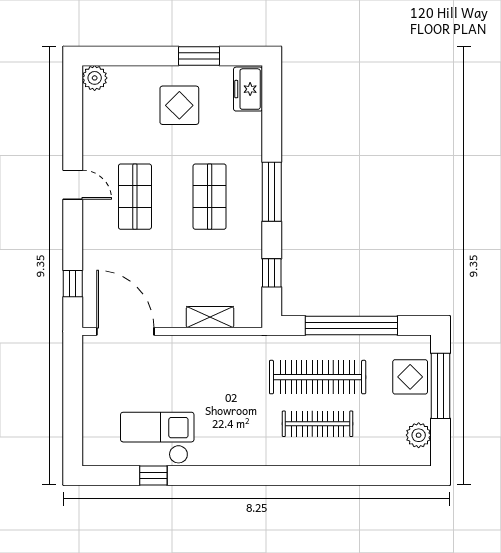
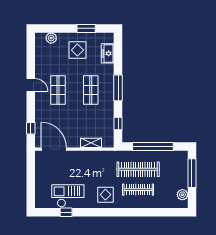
plant: (95, 78) -> (51, 38), moved
freezer: (248, 89) -> (108, 53), moved
display table: (410, 377) -> (105, 195), moved

